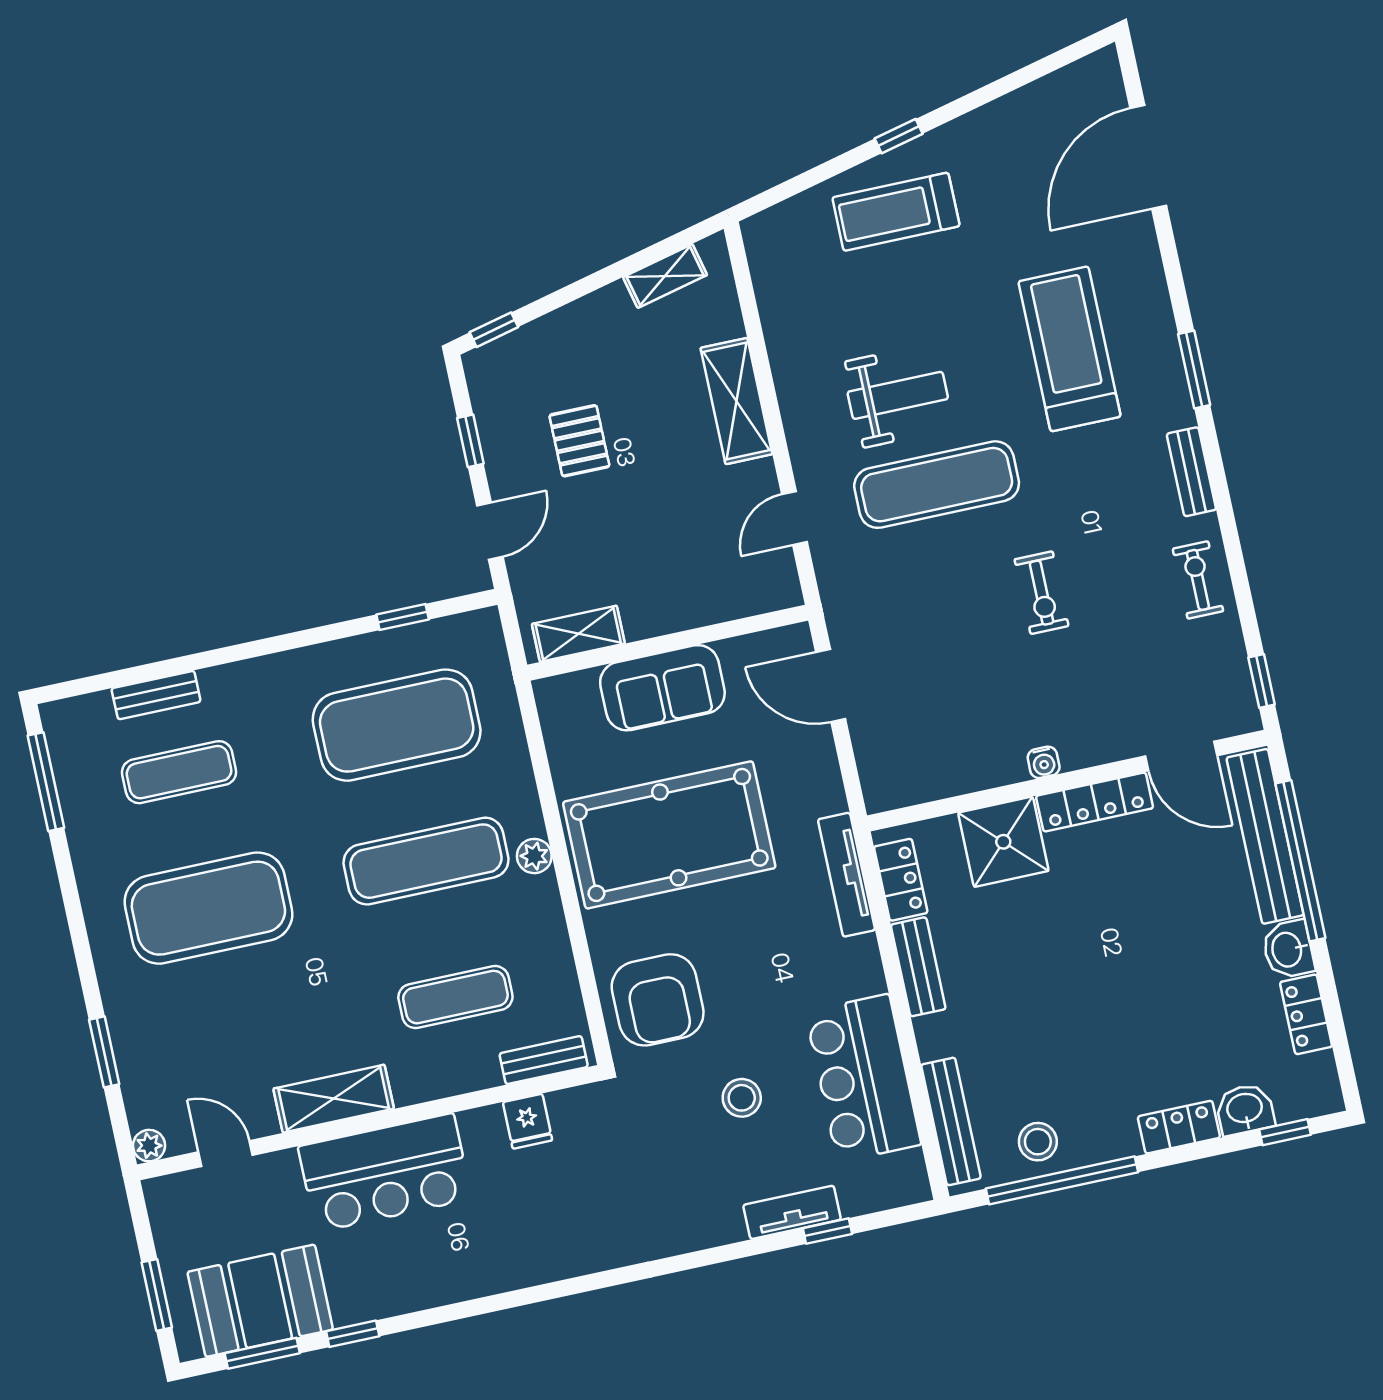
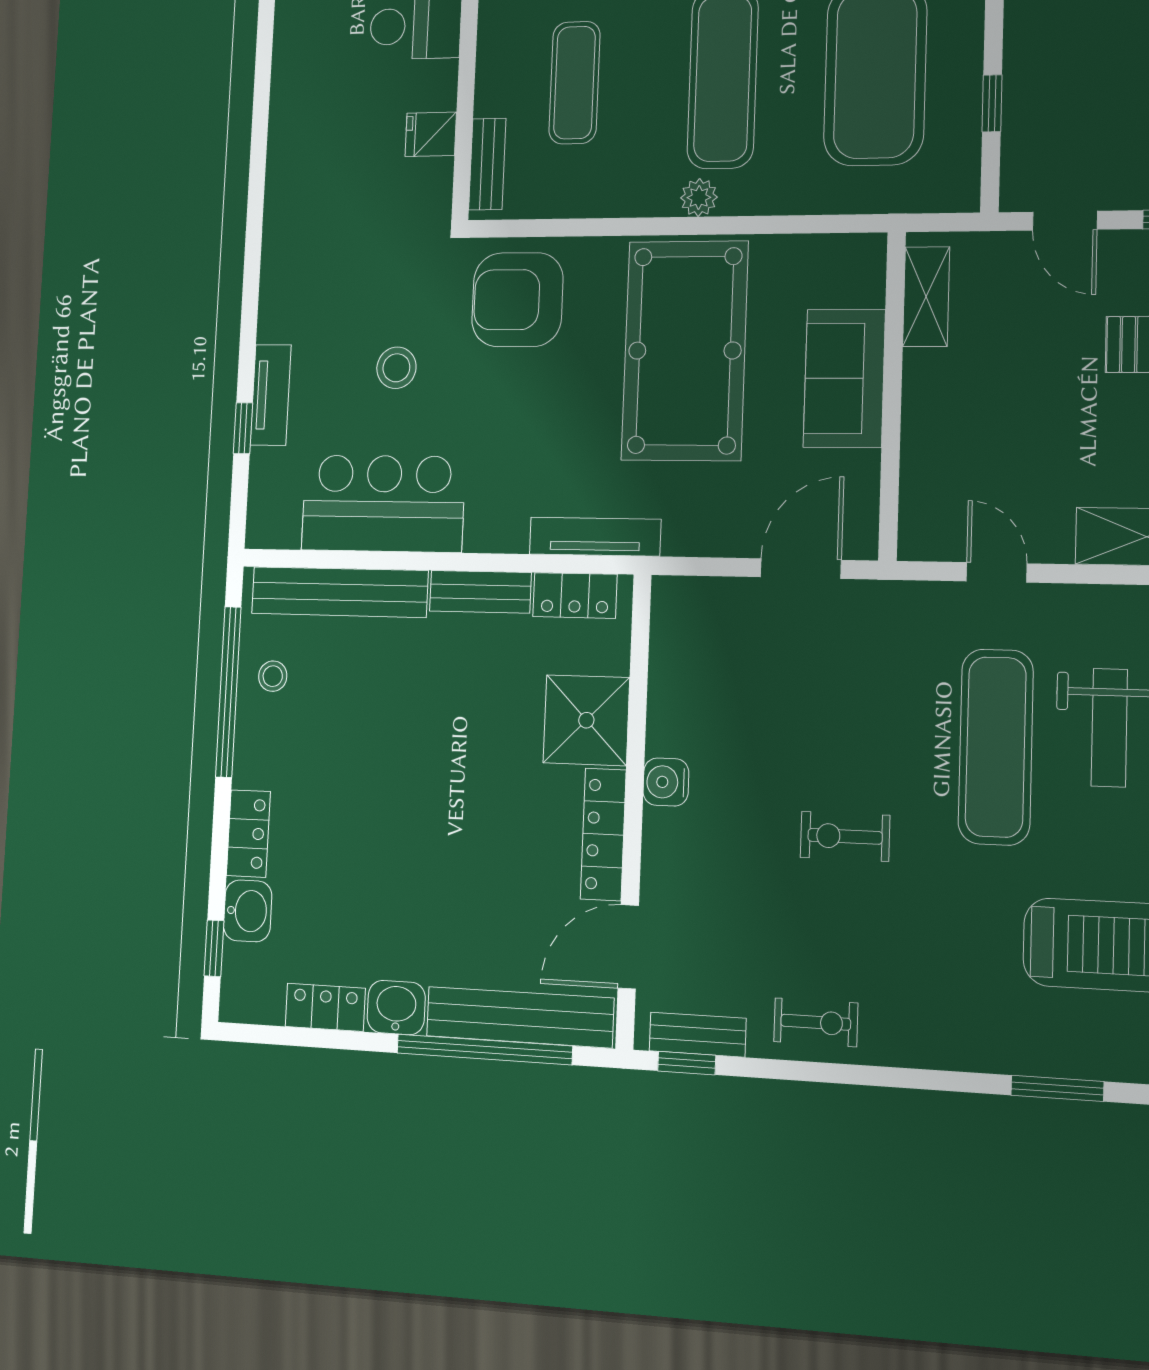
bench: (1191, 472) -> (698, 1035), moved
water cooler: (1044, 762) -> (666, 782), width x1.38, depth x1.38
bench: (951, 1121) -> (339, 592), width x1.37, depth x1.21
stool: (1038, 1142) -> (273, 676), width x0.73, depth x0.73

